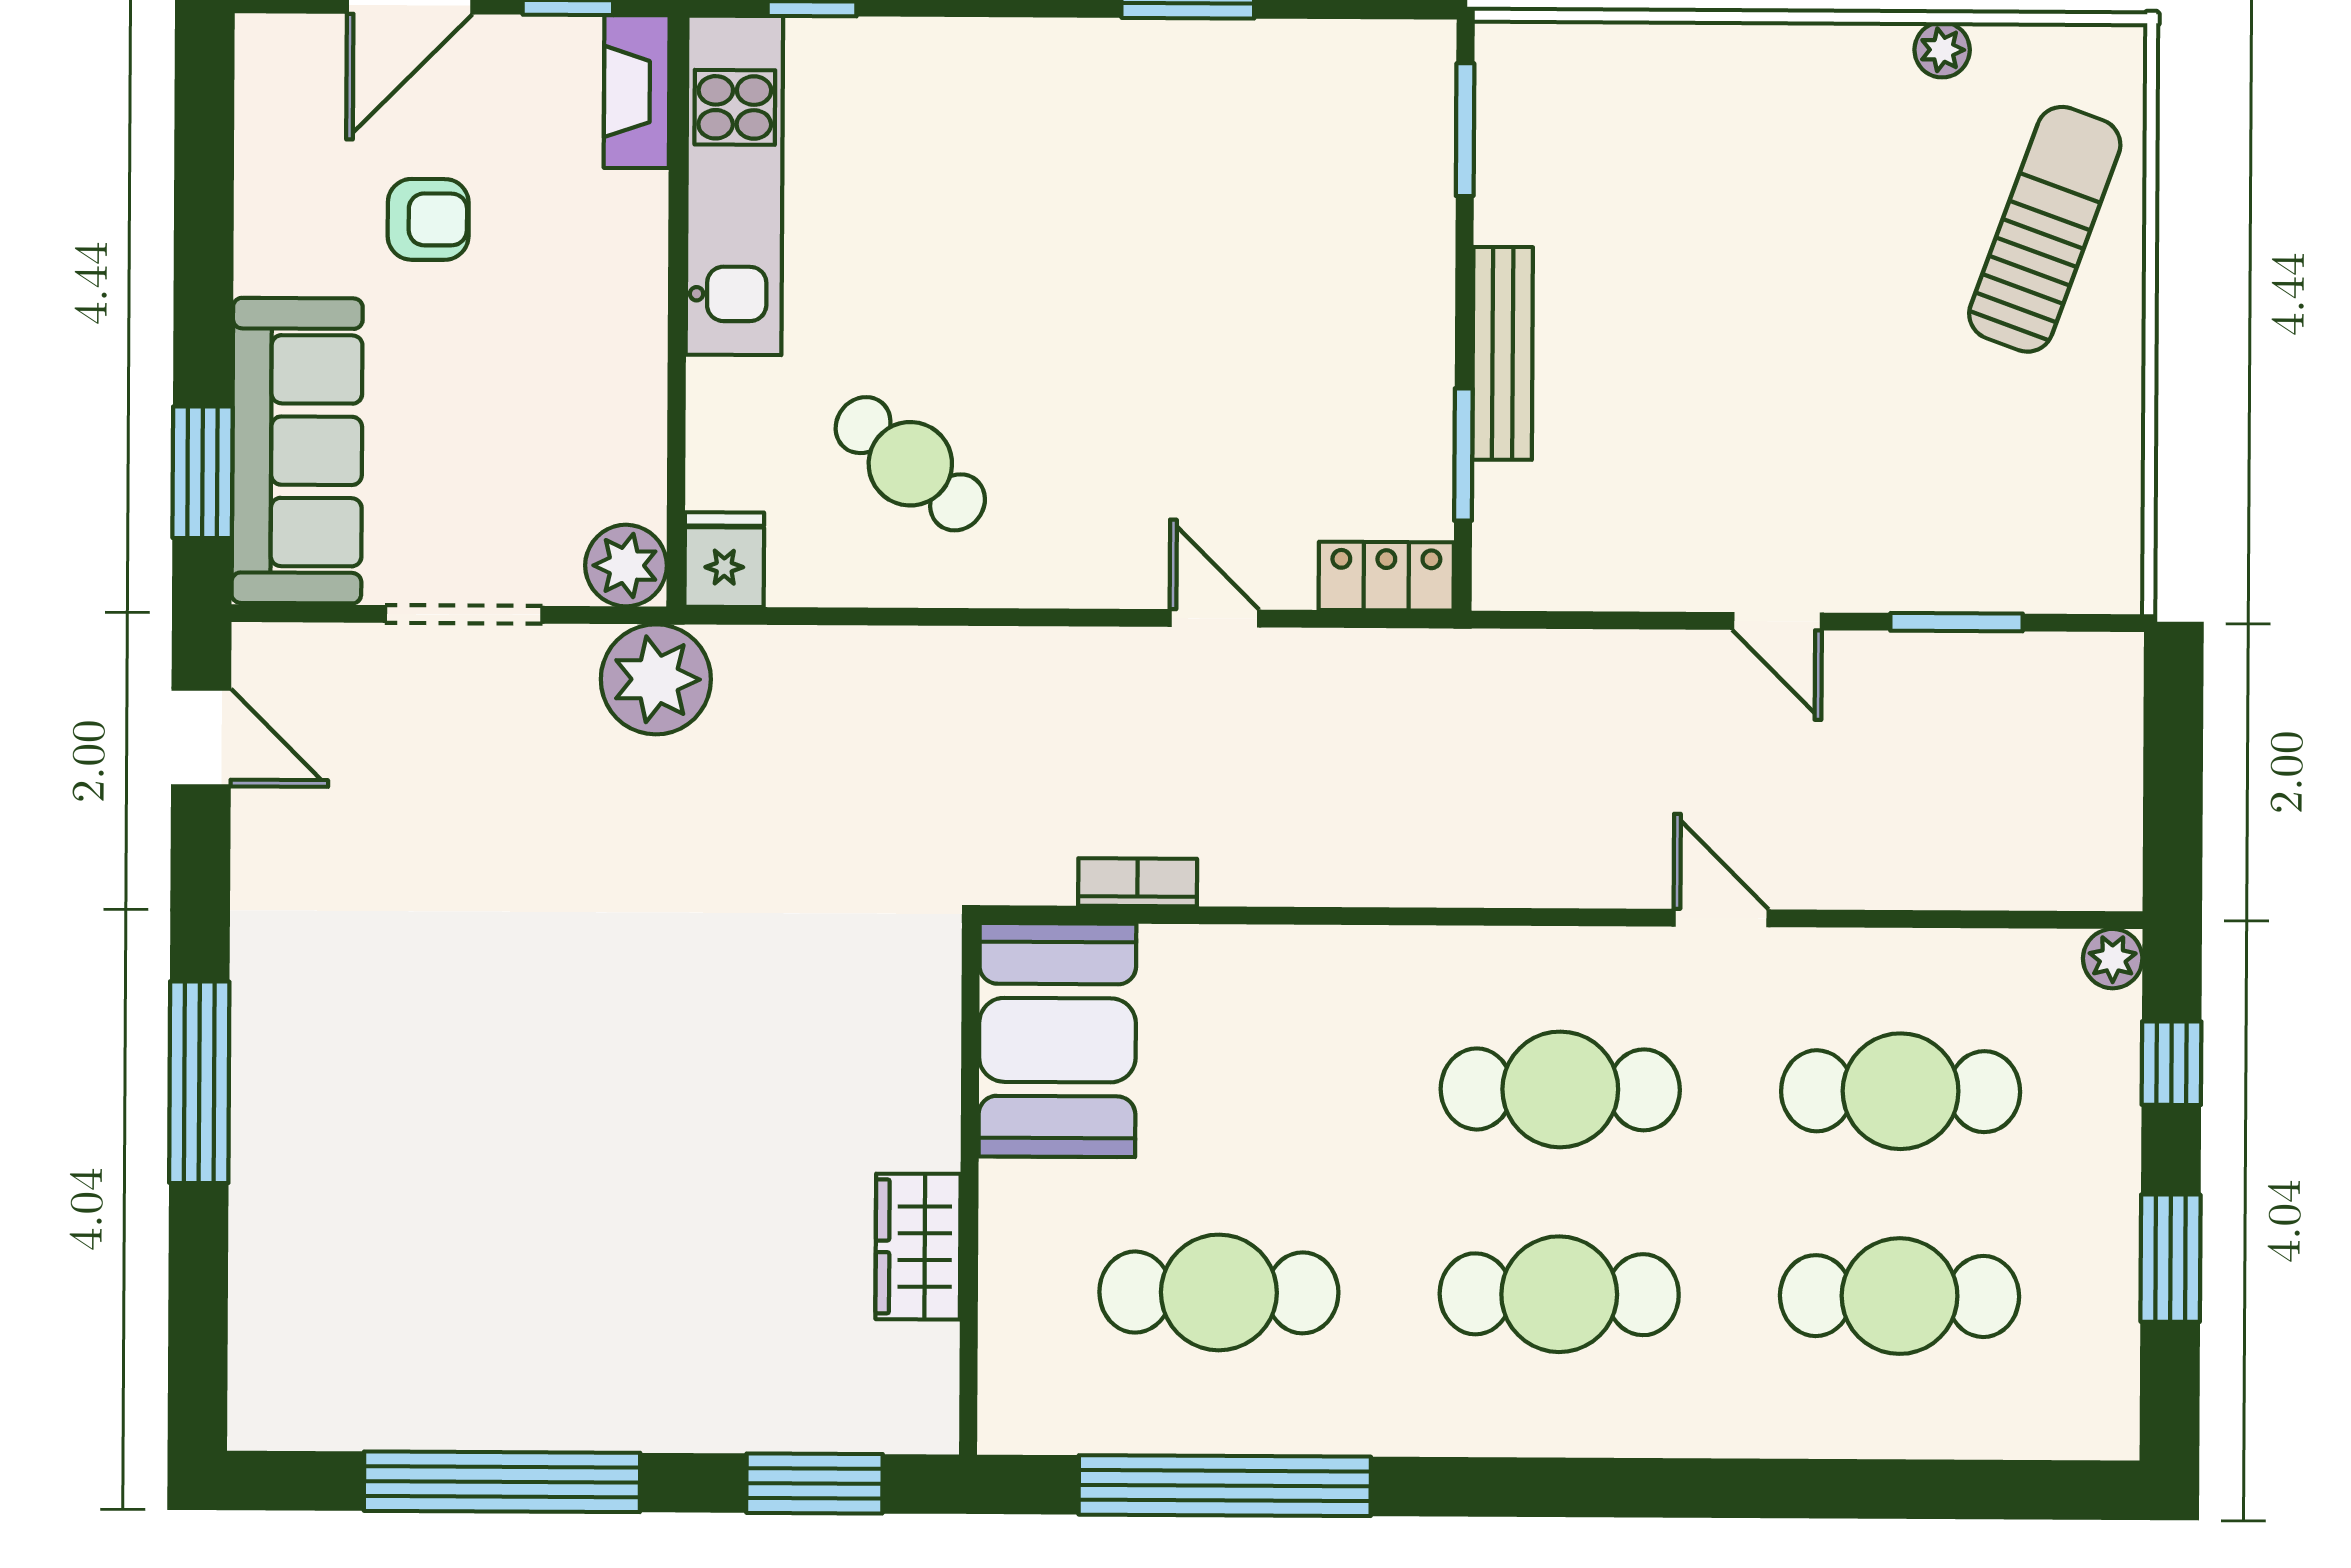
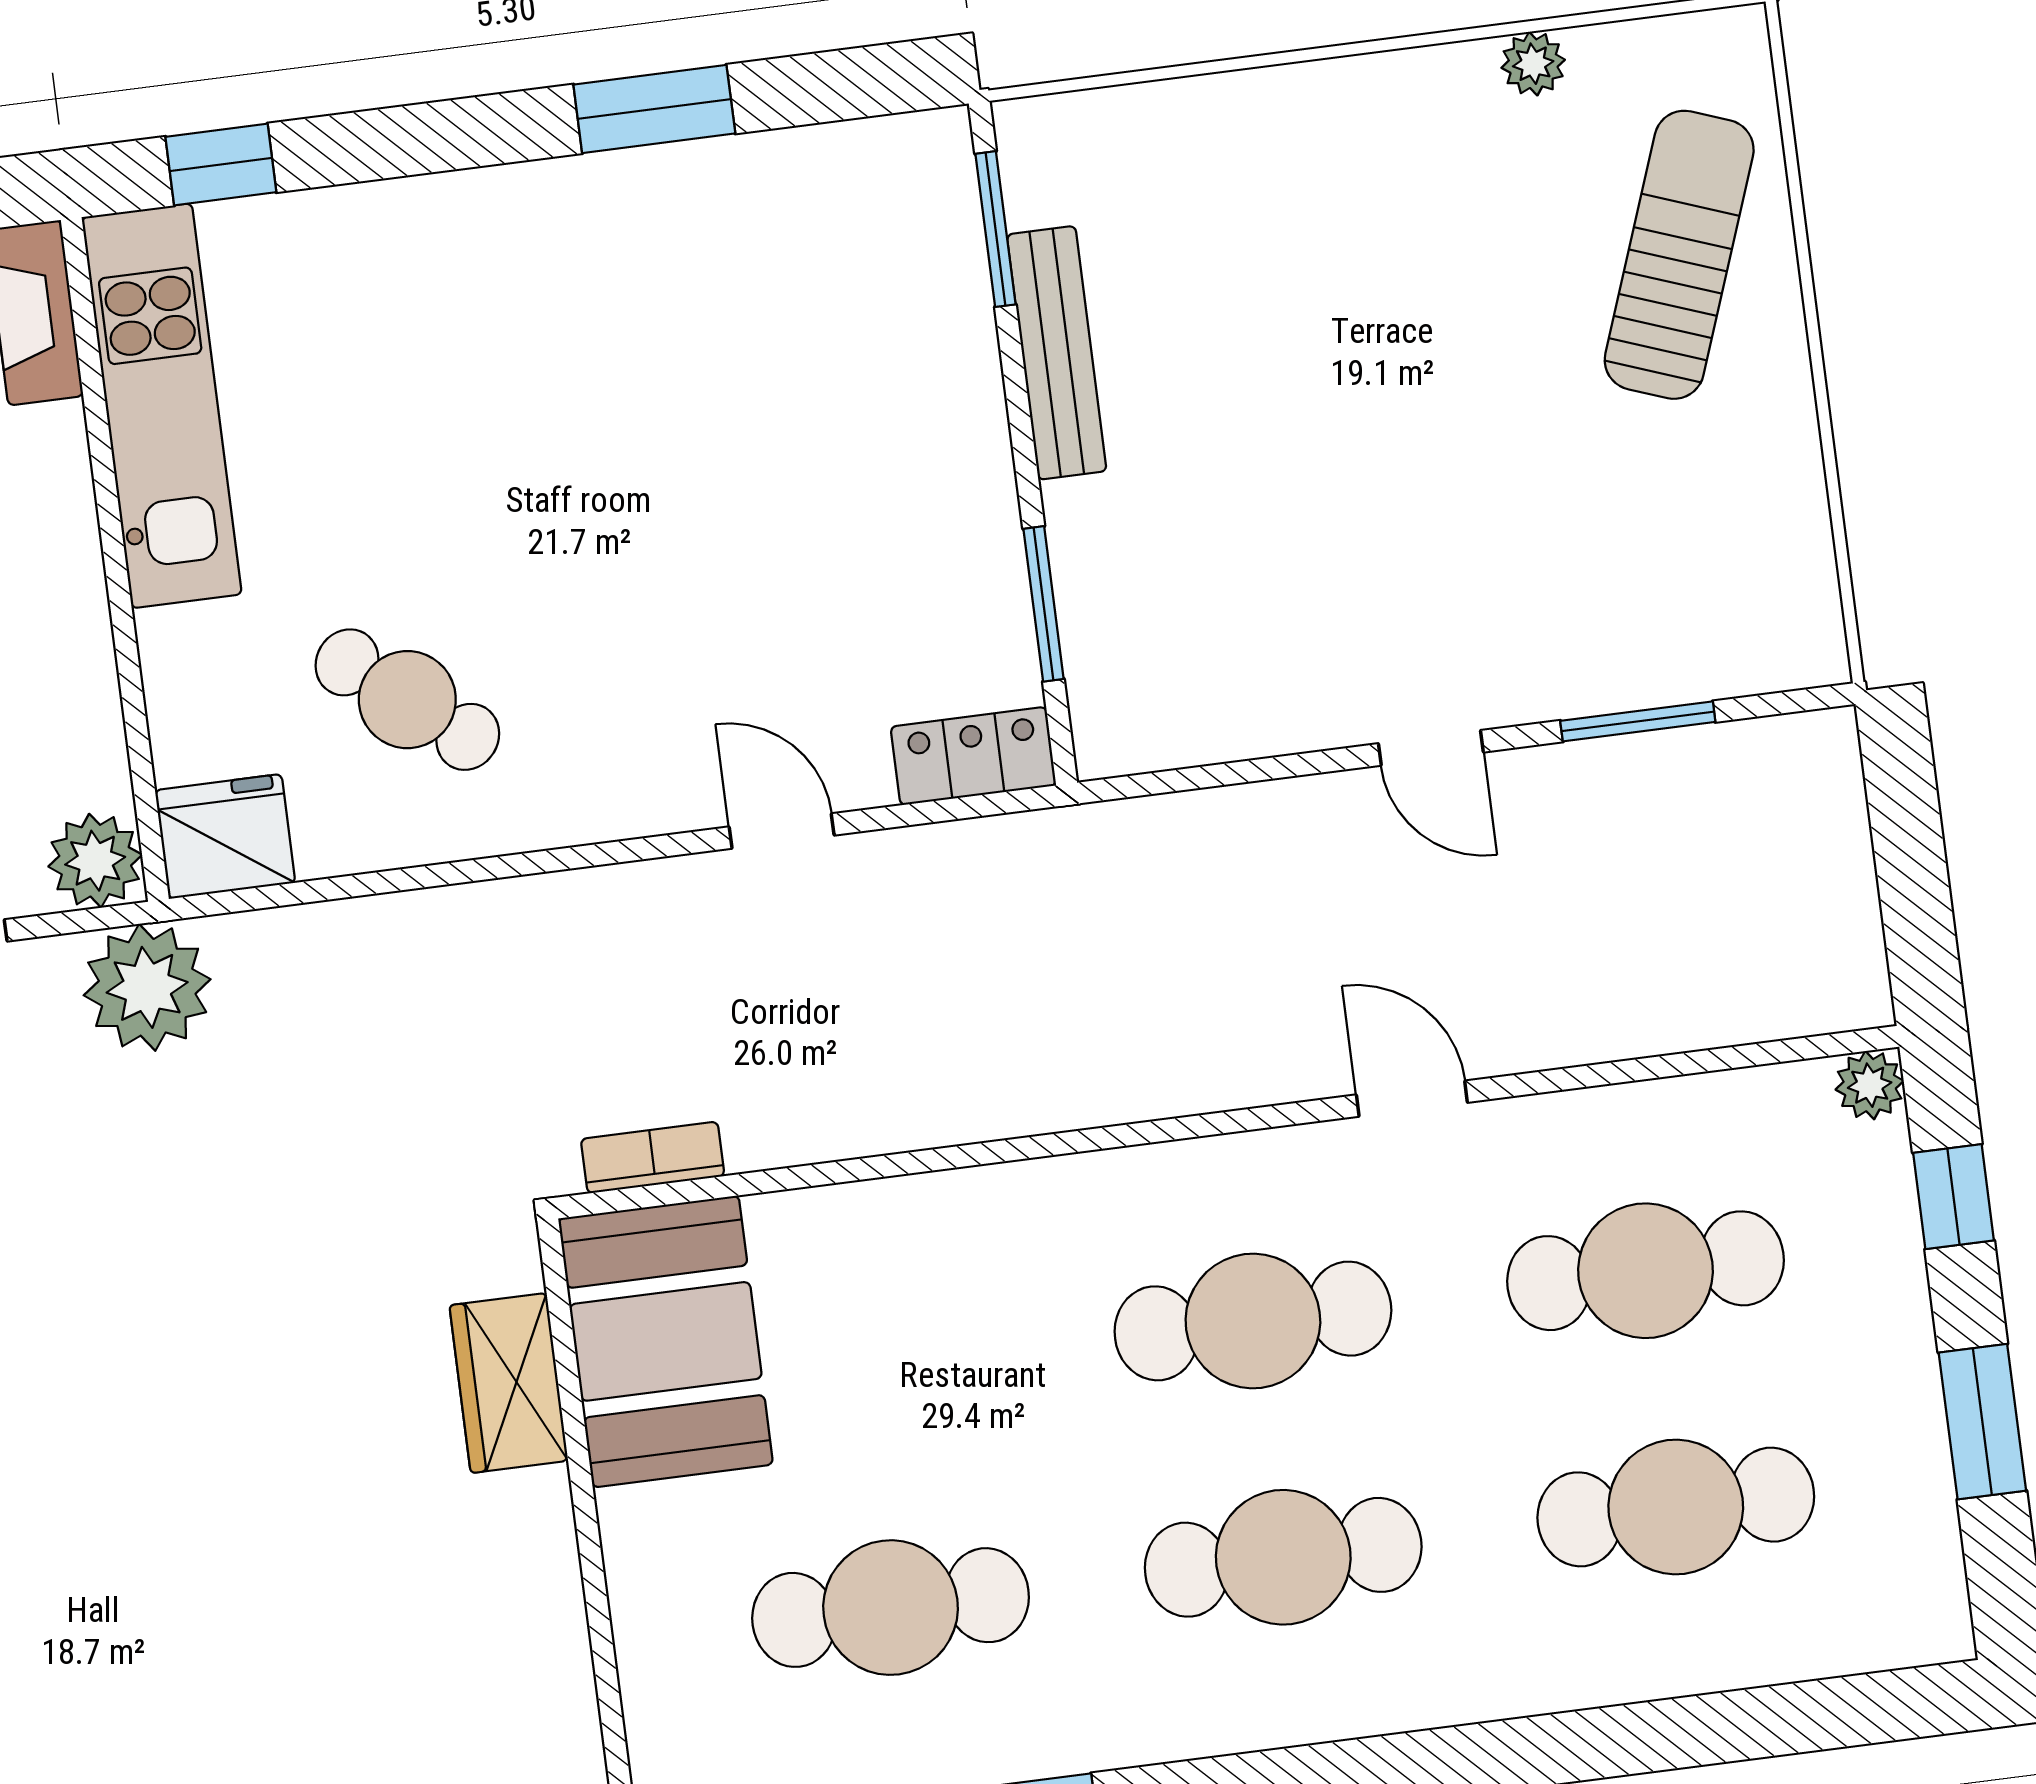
bench: (1503, 353) -> (1057, 353), moved
fridge: (724, 560) -> (225, 836), width x1.38
bookcase: (1138, 882) -> (653, 1158), moved
wardrobe: (918, 1247) -> (509, 1383), moved

